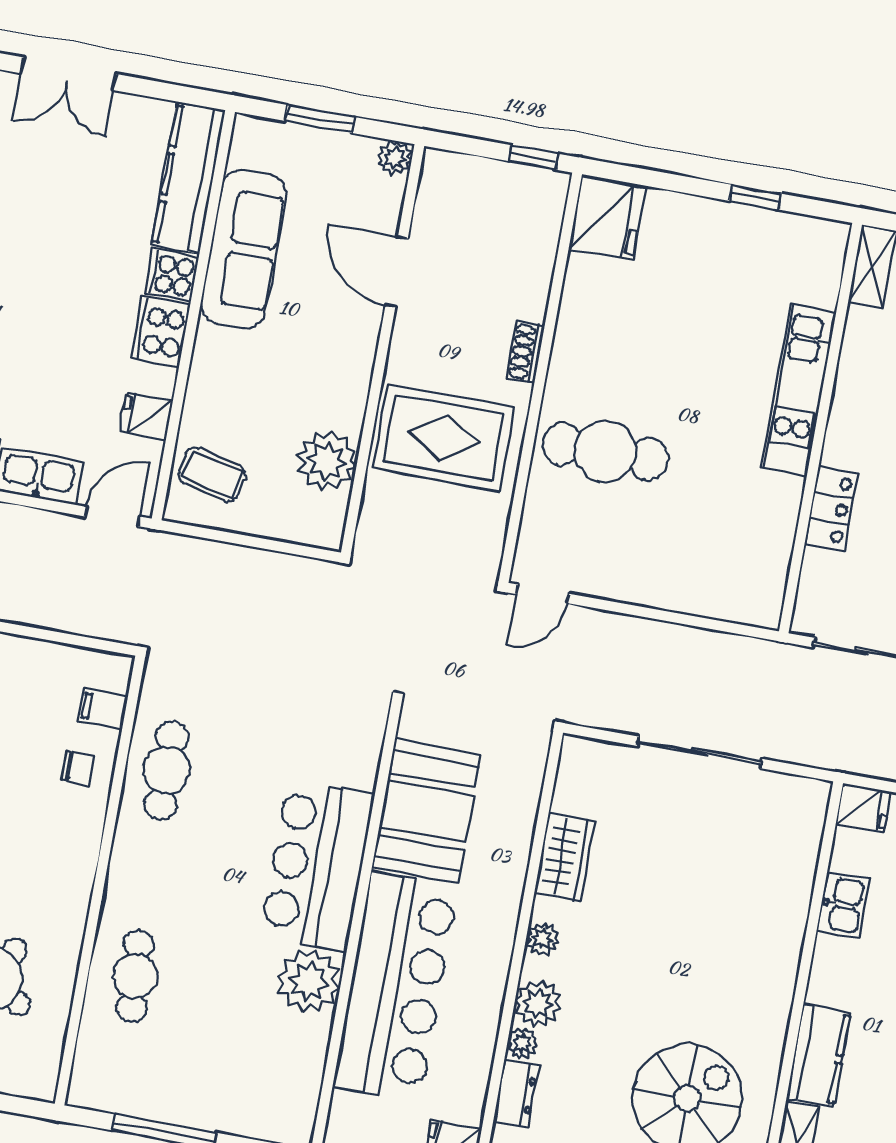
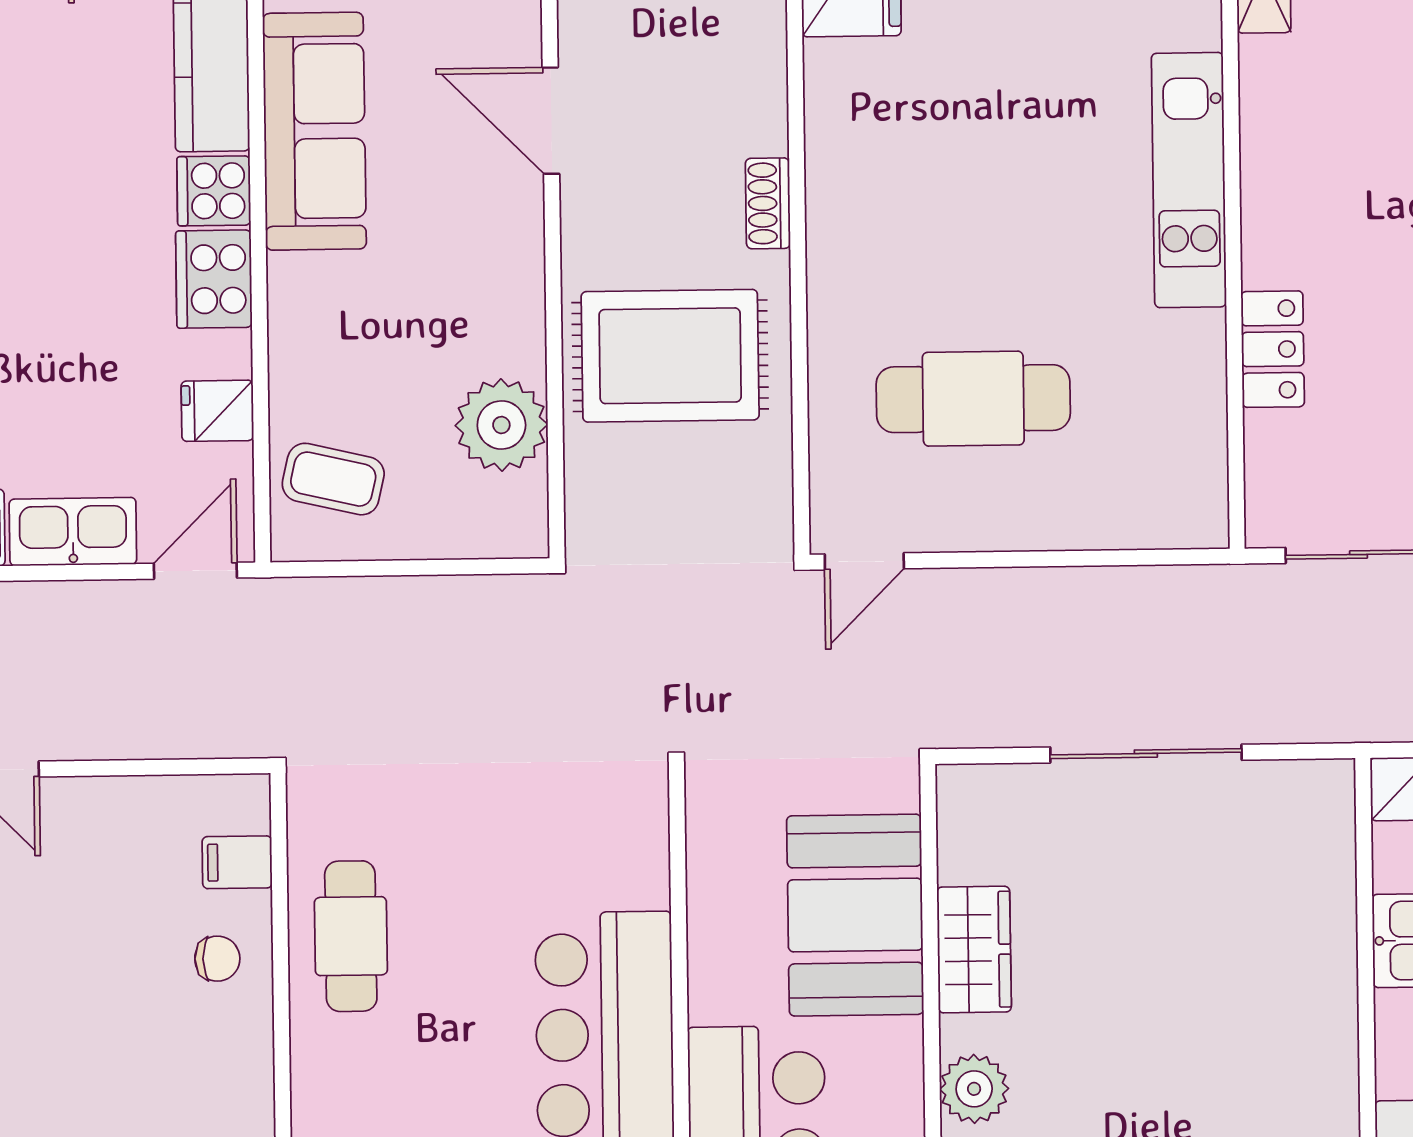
cafe table: (605, 451) -> (973, 399), moved
booth: (426, 811) -> (855, 915), moved
plant: (542, 939) -> (974, 1089), width x1.38, depth x1.38

